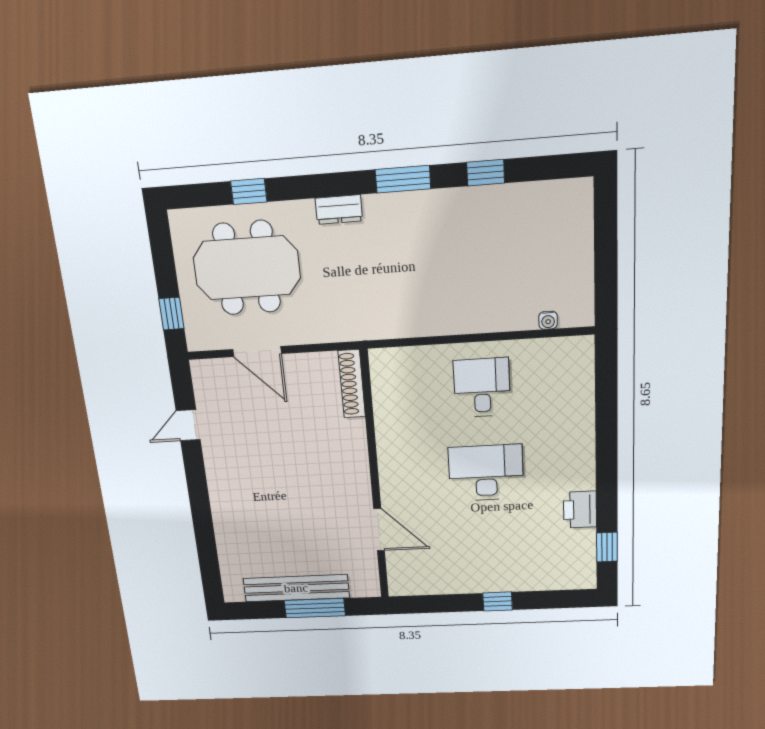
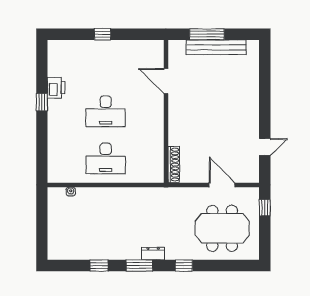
window: (249, 191) -> (184, 266), moved
dresser: (339, 210) -> (153, 254), moved
desk: (482, 388) -> (106, 158), width x1.37
window: (607, 547) -> (42, 102), moved

